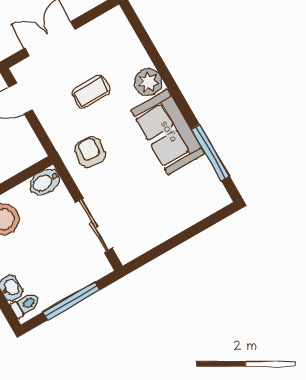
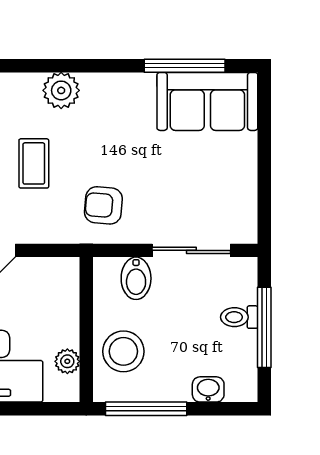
sofa: (168, 132) -> (207, 101), moved
bidet: (45, 182) -> (136, 278), moved
toilet: (25, 305) -> (239, 317), moved, turned -90

